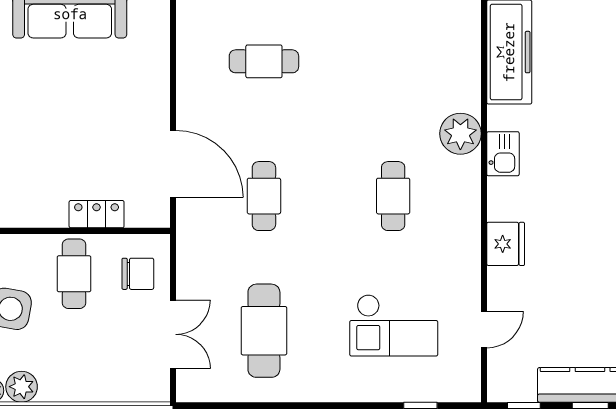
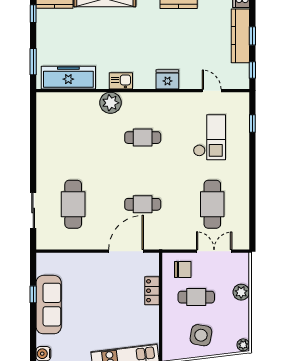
cafe table: (264, 61) -> (73, 204), width x1.37, depth x1.35
cafe table: (74, 274) -> (196, 297), moved
chair: (138, 274) -> (183, 269), turned 90
cafe table: (264, 331) -> (212, 204), turned 90
plant: (22, 387) -> (241, 292), moved

